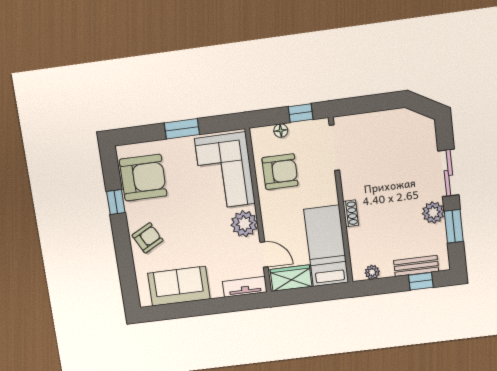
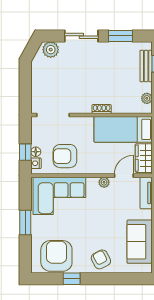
window: (301, 113) -> (25, 152), moved
nightstand: (265, 133) -> (36, 163), added
armchair: (280, 172) -> (65, 156), turned -90
plant: (433, 212) -> (51, 50), moved
plant: (244, 224) -> (104, 182), width x0.53, depth x0.53

